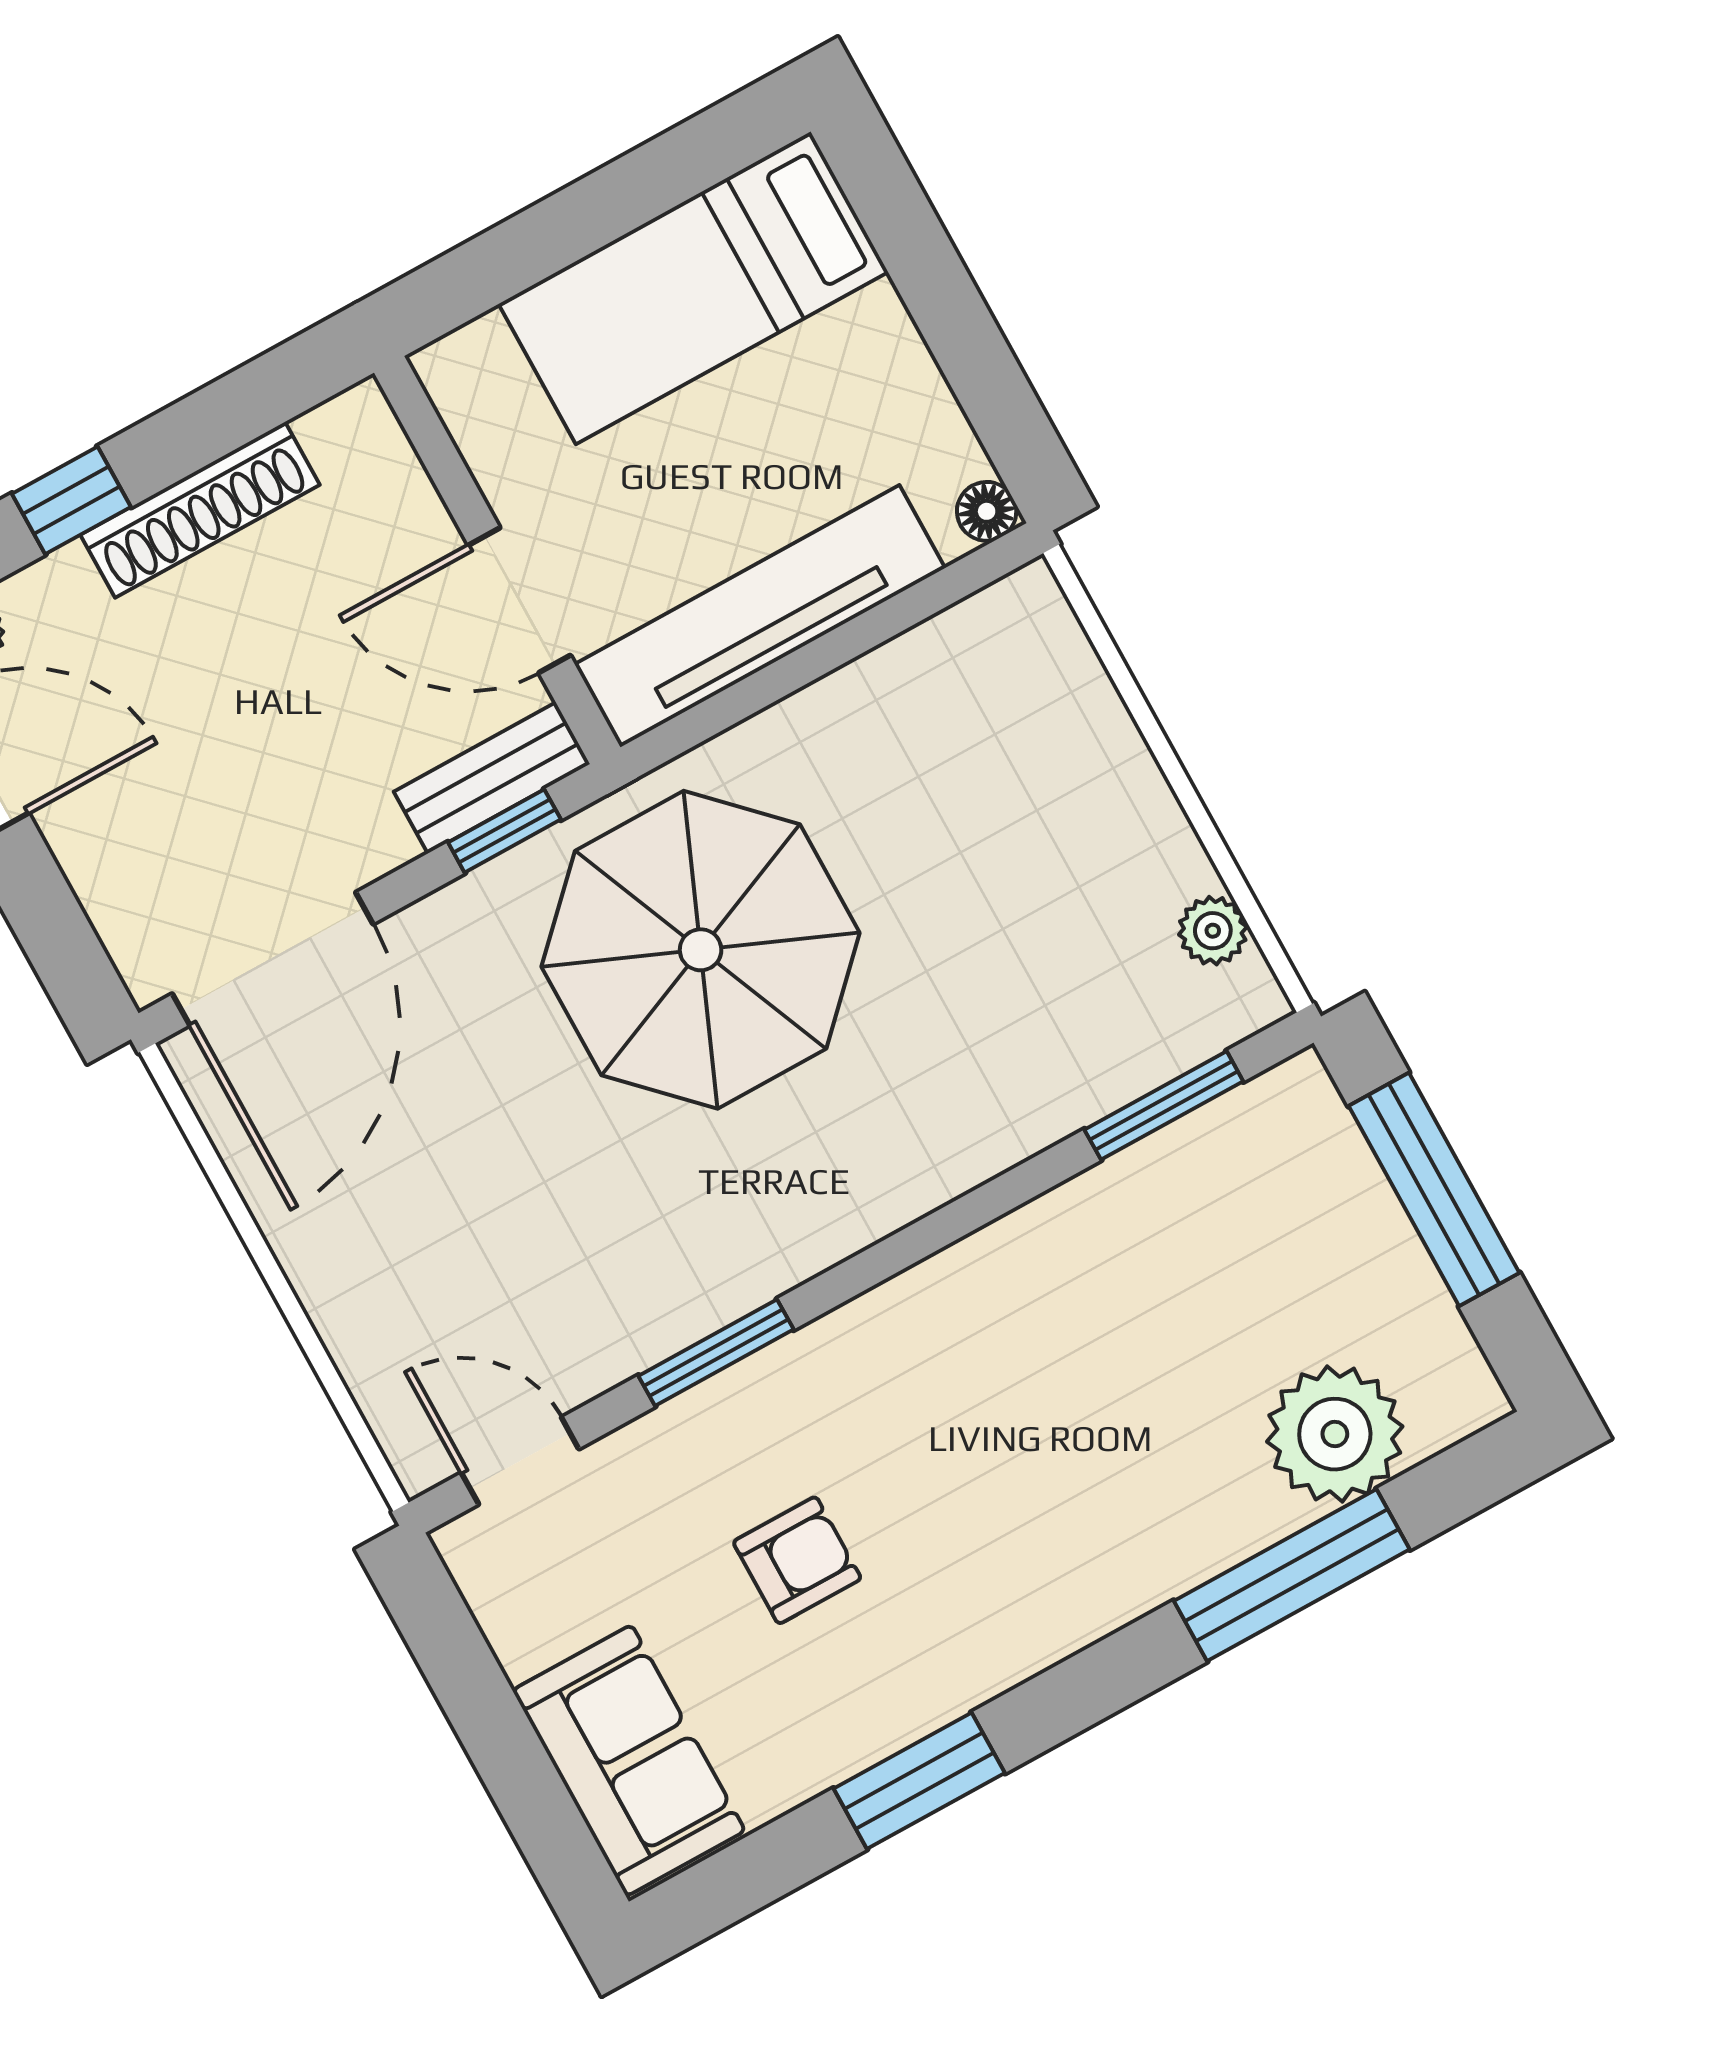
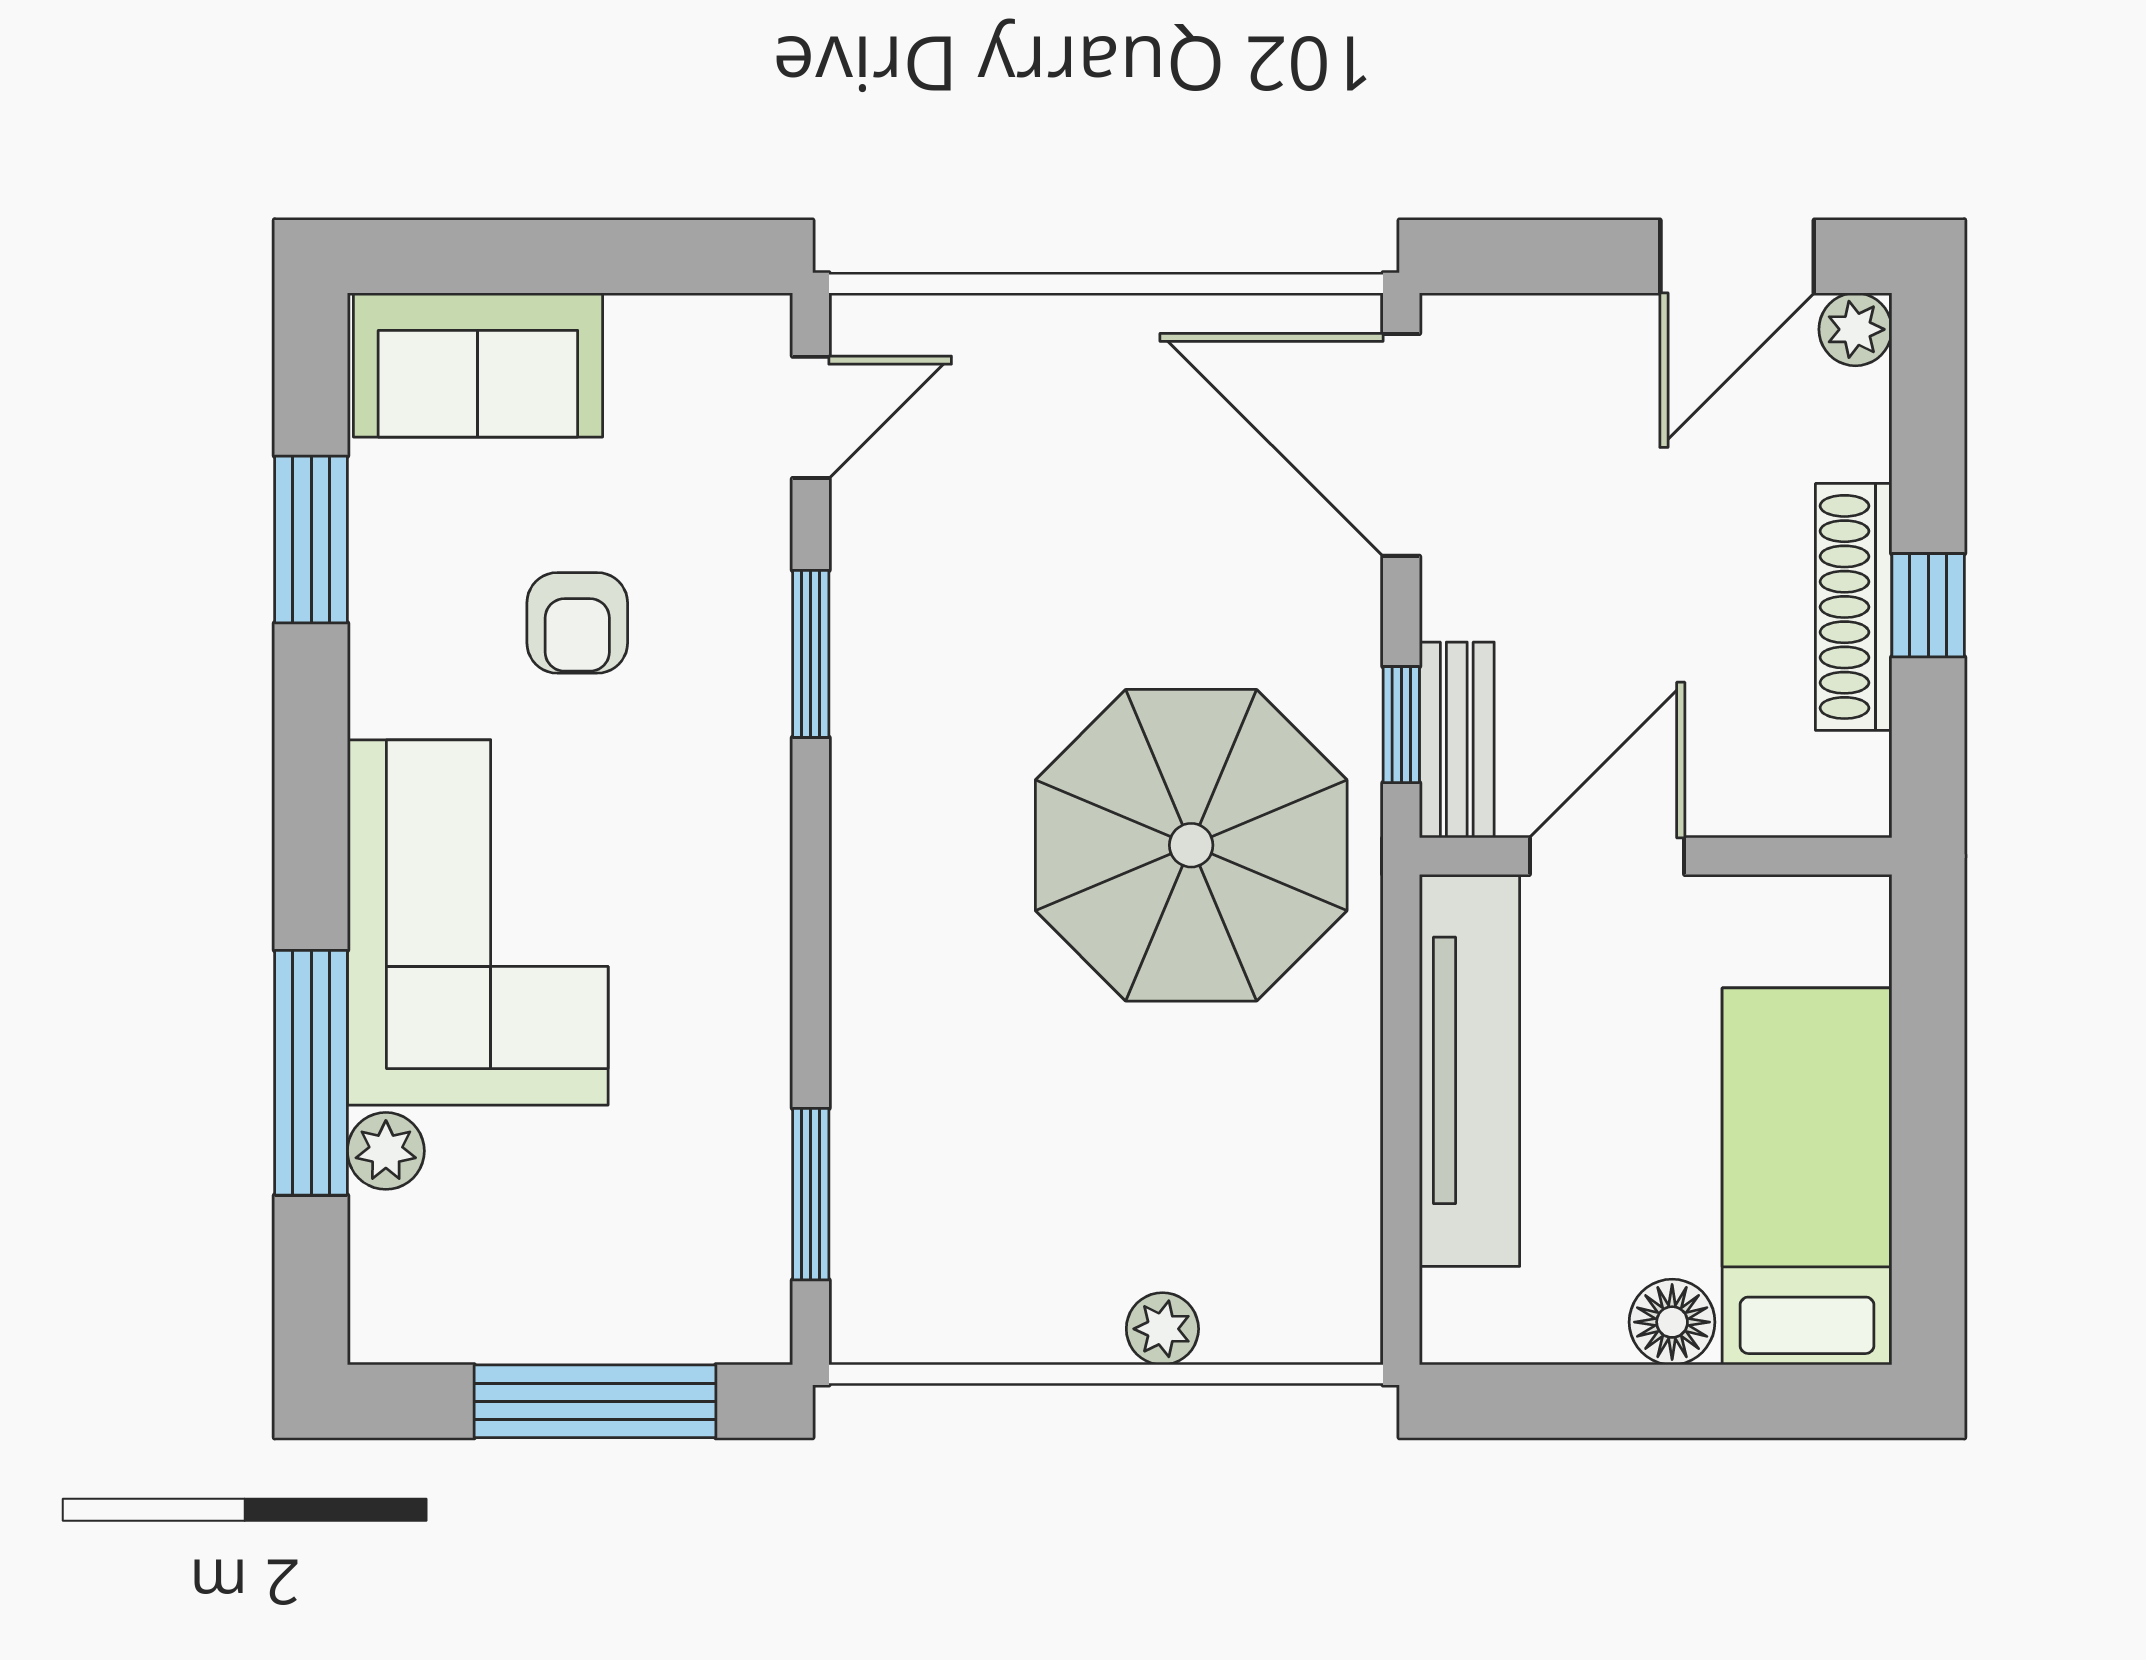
window: (71, 500) -> (1928, 605), moved
floor lamp: (987, 511) -> (1672, 1322), moved, width x1.37, depth x1.37
plant: (1213, 931) -> (1162, 1329), moved
plant: (1335, 1434) -> (386, 1151), width x0.53, depth x0.53
corner sofa: (1091, 1506) -> (478, 923), added
window: (919, 1781) -> (311, 539), moved

